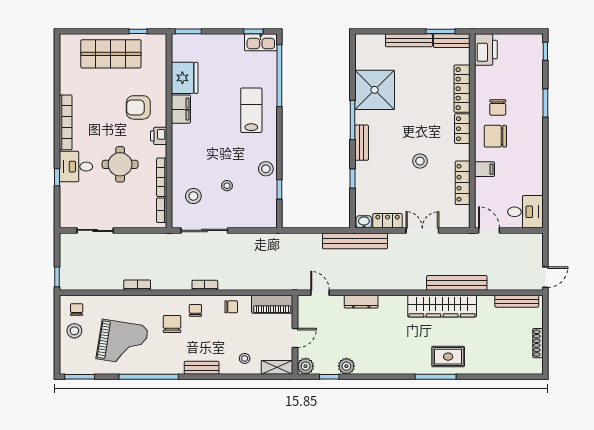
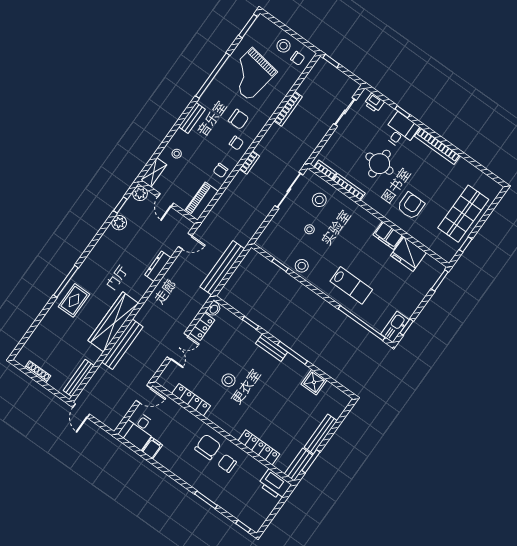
shower: (375, 90) -> (314, 382), width x0.54, depth x0.54
locker: (462, 129) -> (230, 427), removed
printer: (159, 136) -> (374, 103), moved, turned 180
filing cabinet: (485, 169) -> (152, 448), moved, turned 180
bench: (355, 241) -> (222, 268), moved
bookcase: (137, 285) -> (288, 109), width x1.56

